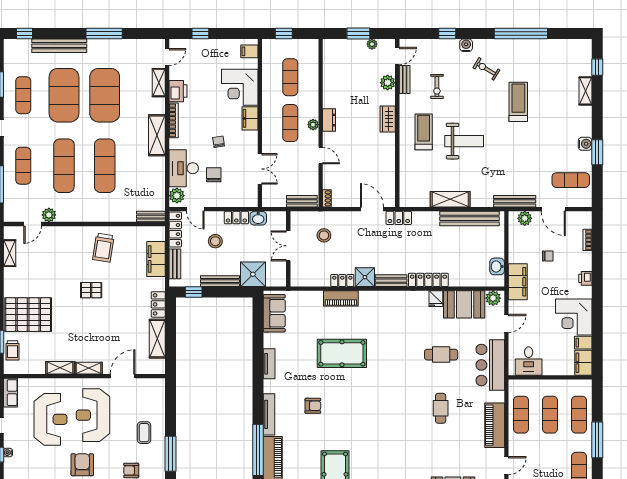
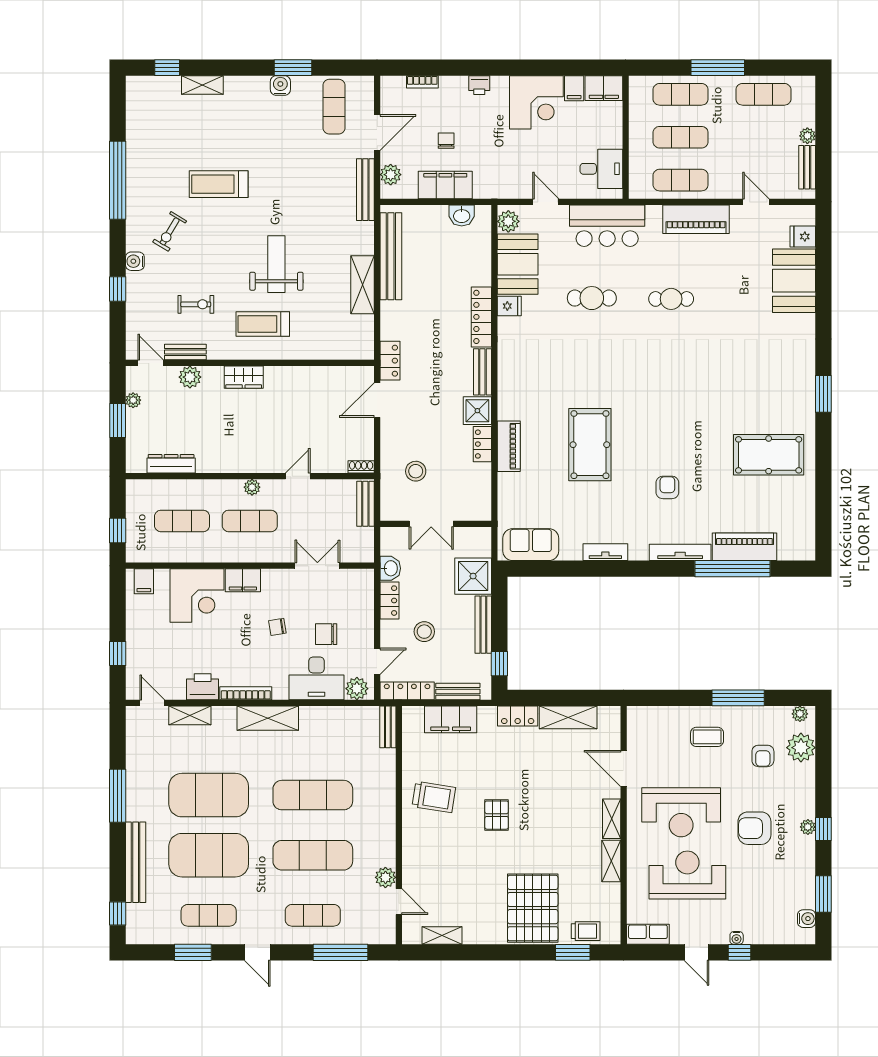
dresser: (329, 120) -> (171, 464), moved, width x1.44
filing cabinet: (518, 282) -> (445, 185), moved
cafe table: (441, 355) -> (592, 298), turned 90

